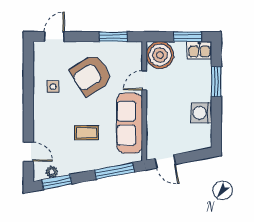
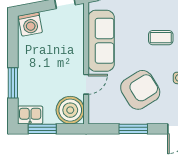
window: (113, 37) -> (133, 129), moved
washing machine: (201, 113) -> (30, 24), moved, turned 79
coffee table: (87, 133) -> (161, 38), moved

